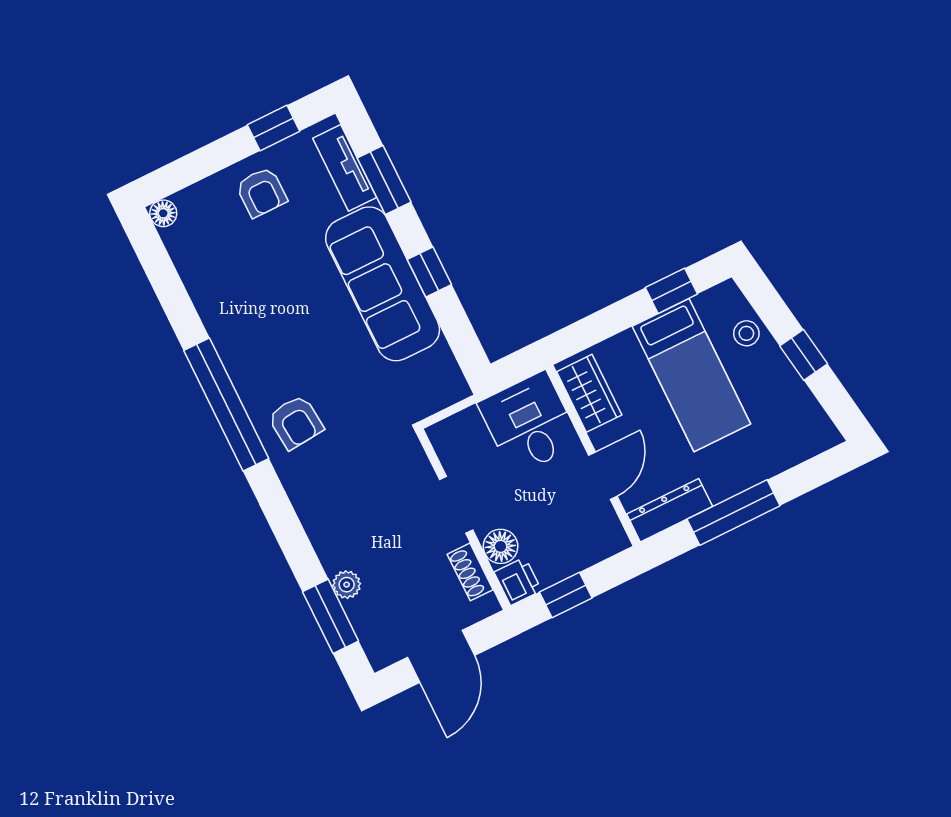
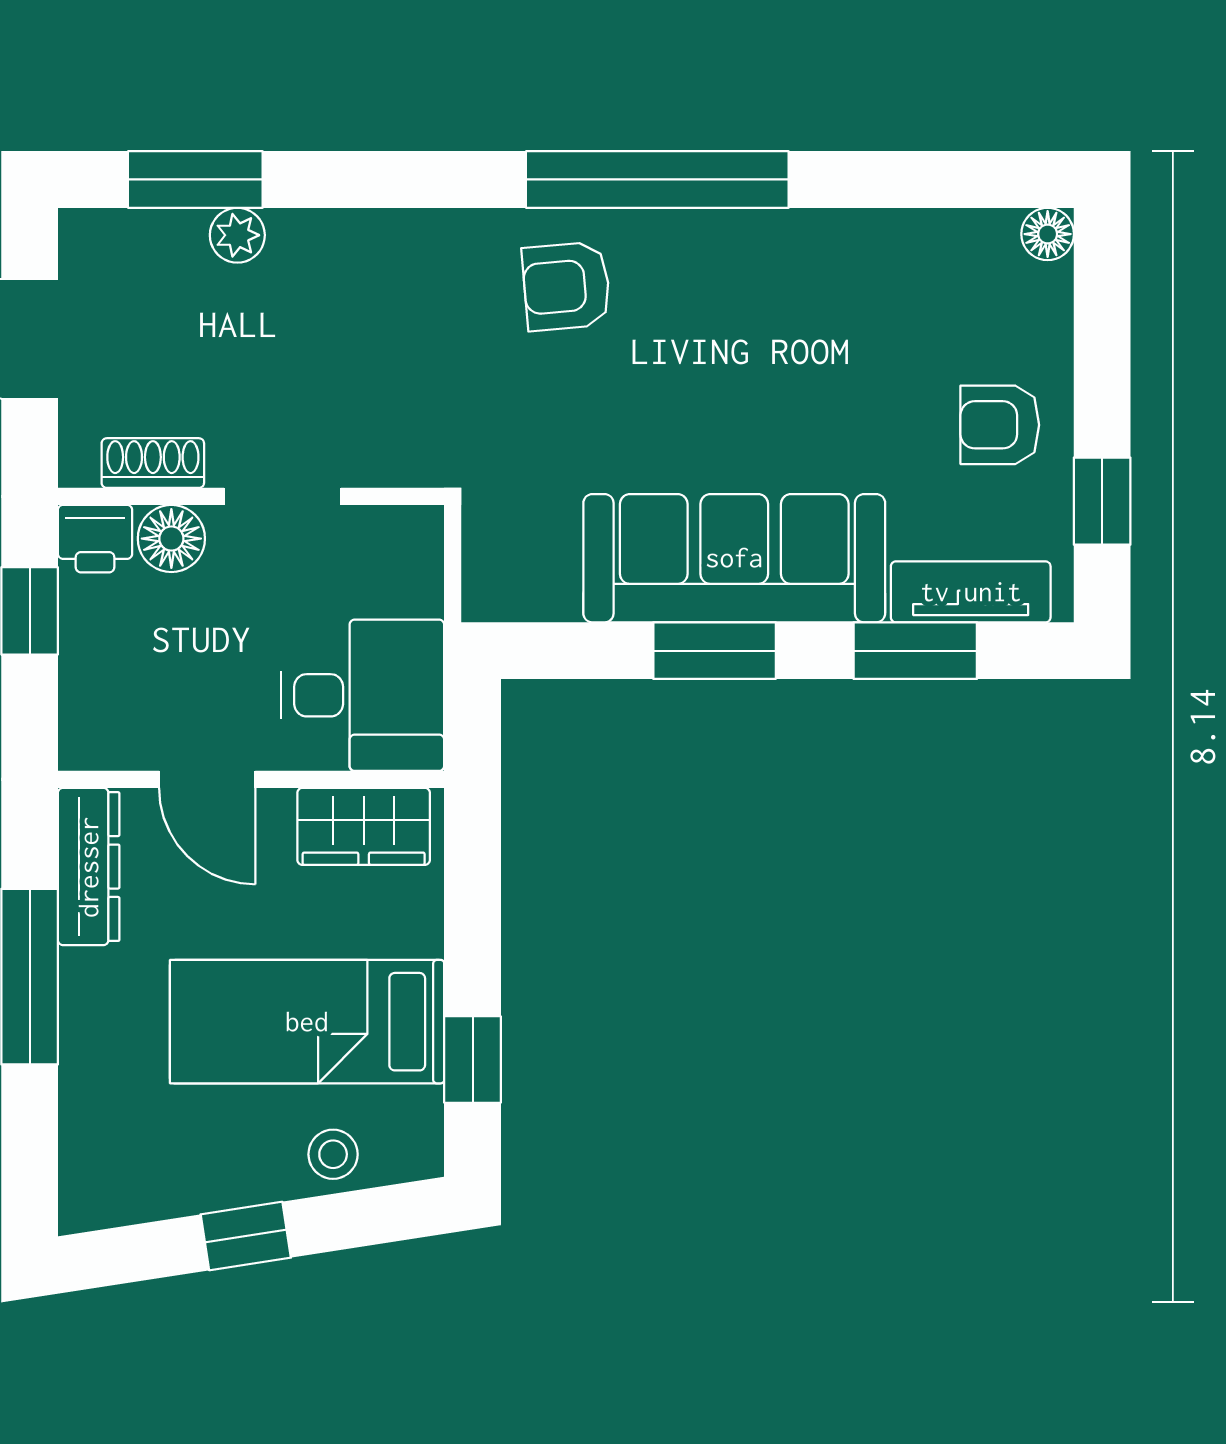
window: (429, 272) -> (715, 651), width x1.50

